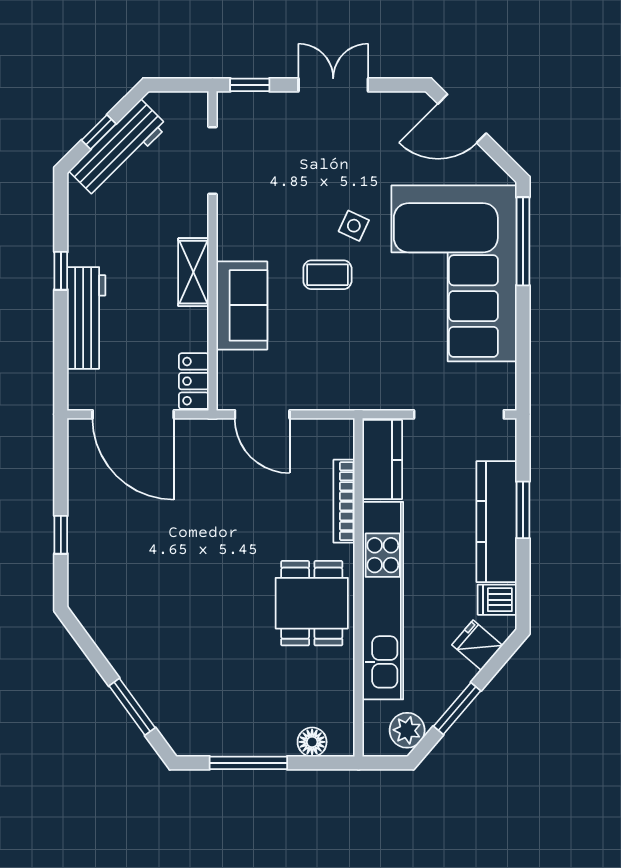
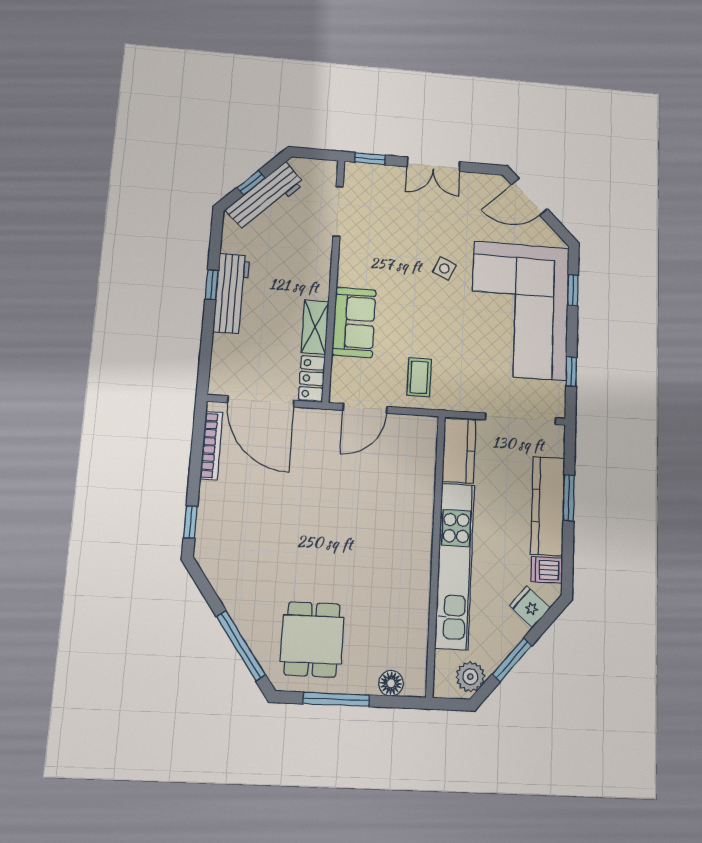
double door: (333, 85) -> (433, 164), swing flipped
window: (523, 241) -> (573, 290), width x0.46
shelving: (193, 272) -> (315, 327), moved
coffee table: (327, 275) -> (419, 377), moved, turned 90
workbench: (86, 318) -> (231, 294), moved
window: (523, 349) -> (571, 371), added
door: (262, 414) -> (365, 408), hinge flipped
bookcase: (344, 501) -> (211, 446), moved, turned 180
window: (61, 535) -> (190, 522), moved
dining table: (312, 603) -> (312, 639), moved
window: (132, 707) -> (241, 646), width x1.44

